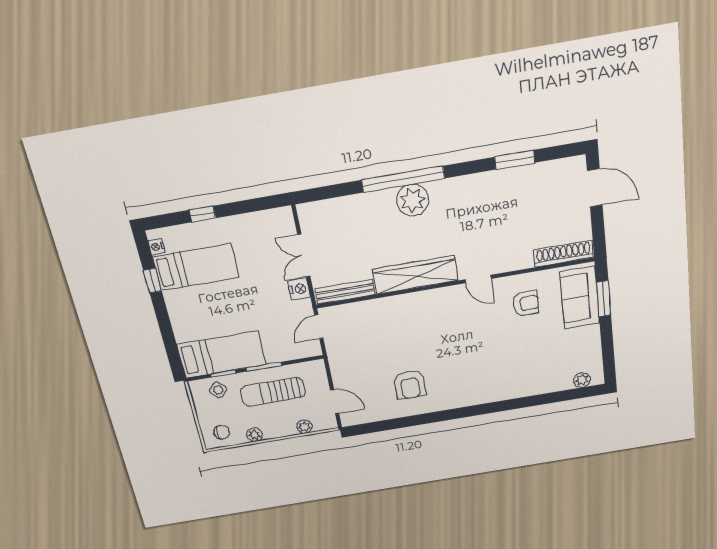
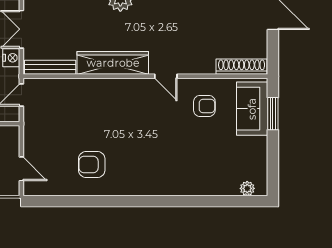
armchair: (410, 385) -> (92, 164), turned 90

